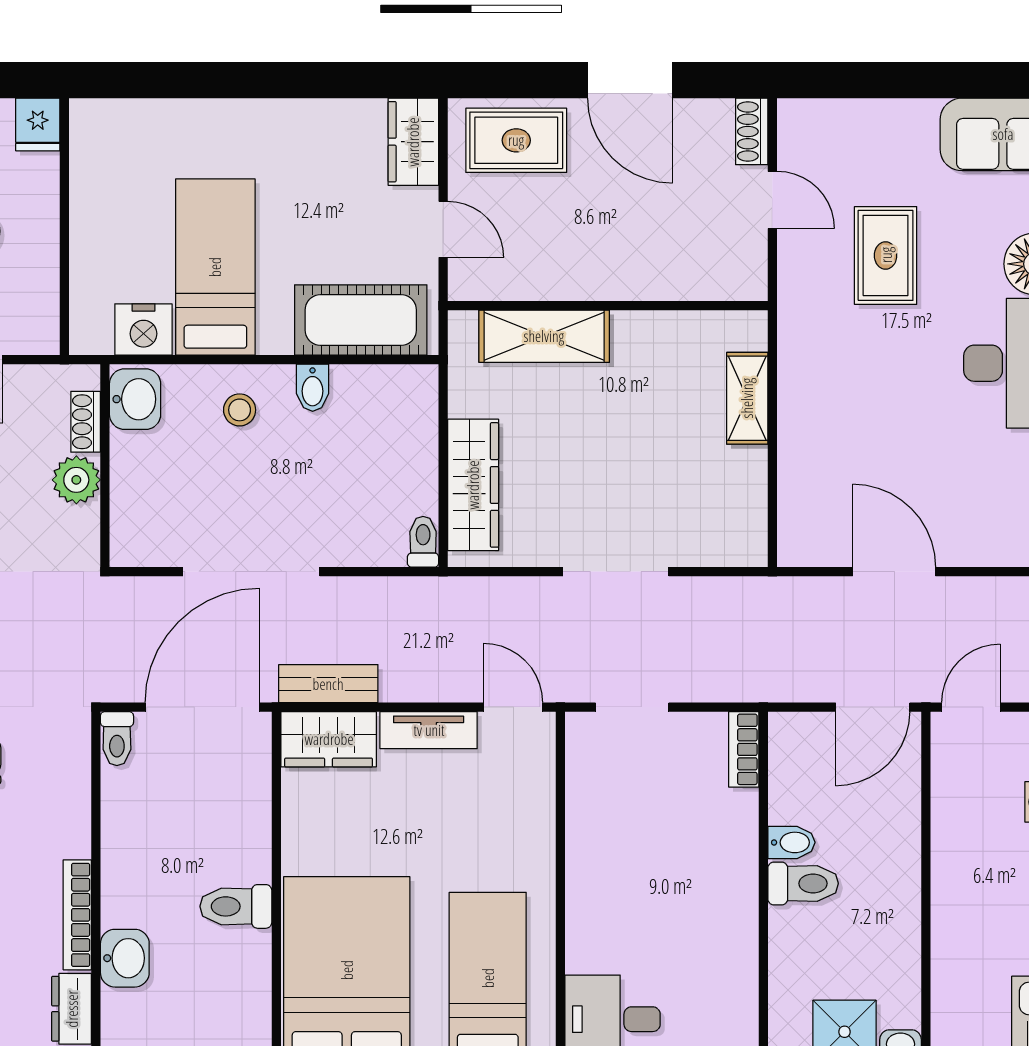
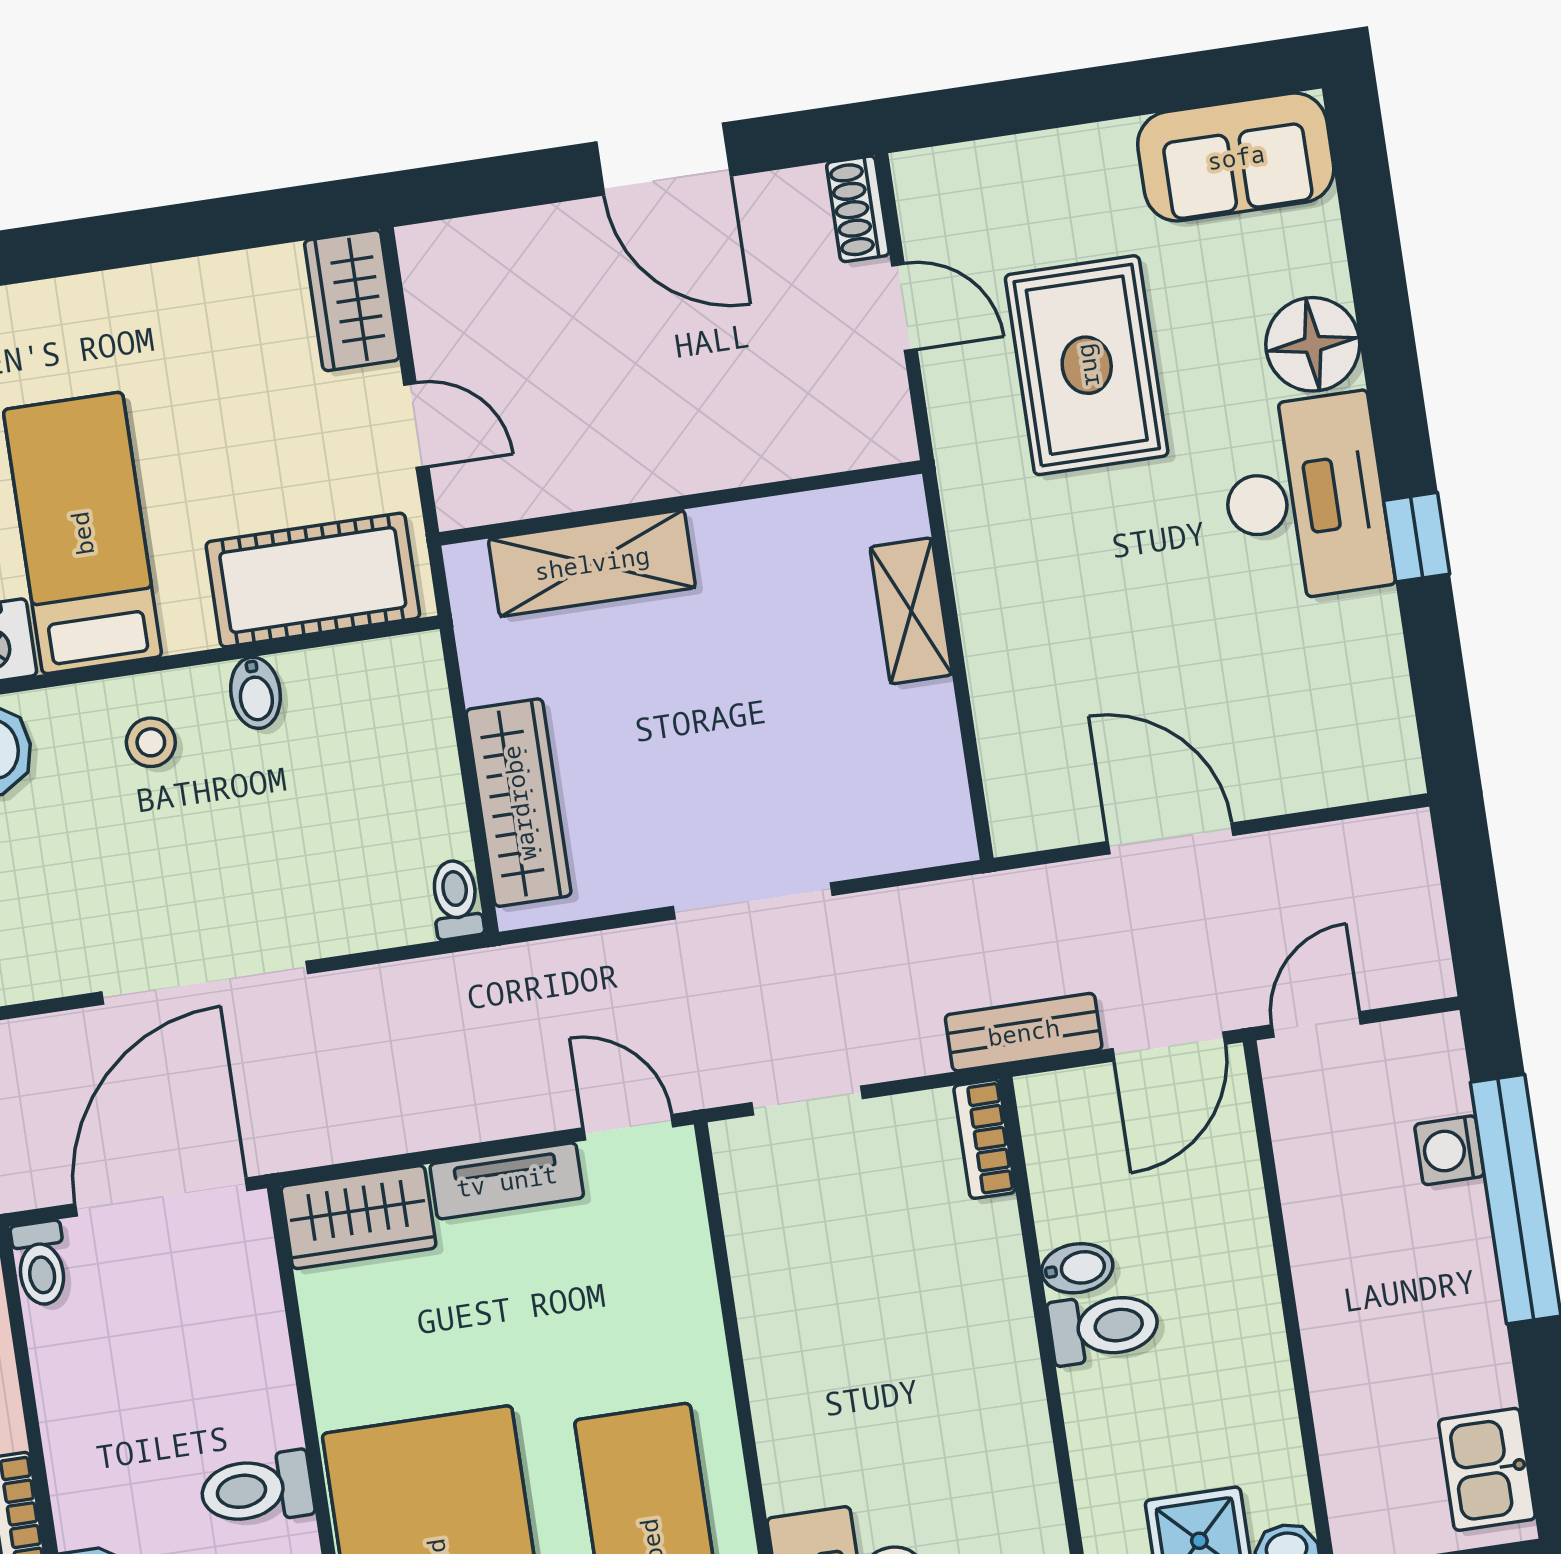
rug: (516, 140) -> (506, 275), removed
rug: (886, 255) -> (1087, 365), width x1.36, depth x1.43
bench: (328, 684) -> (1024, 1032), moved

